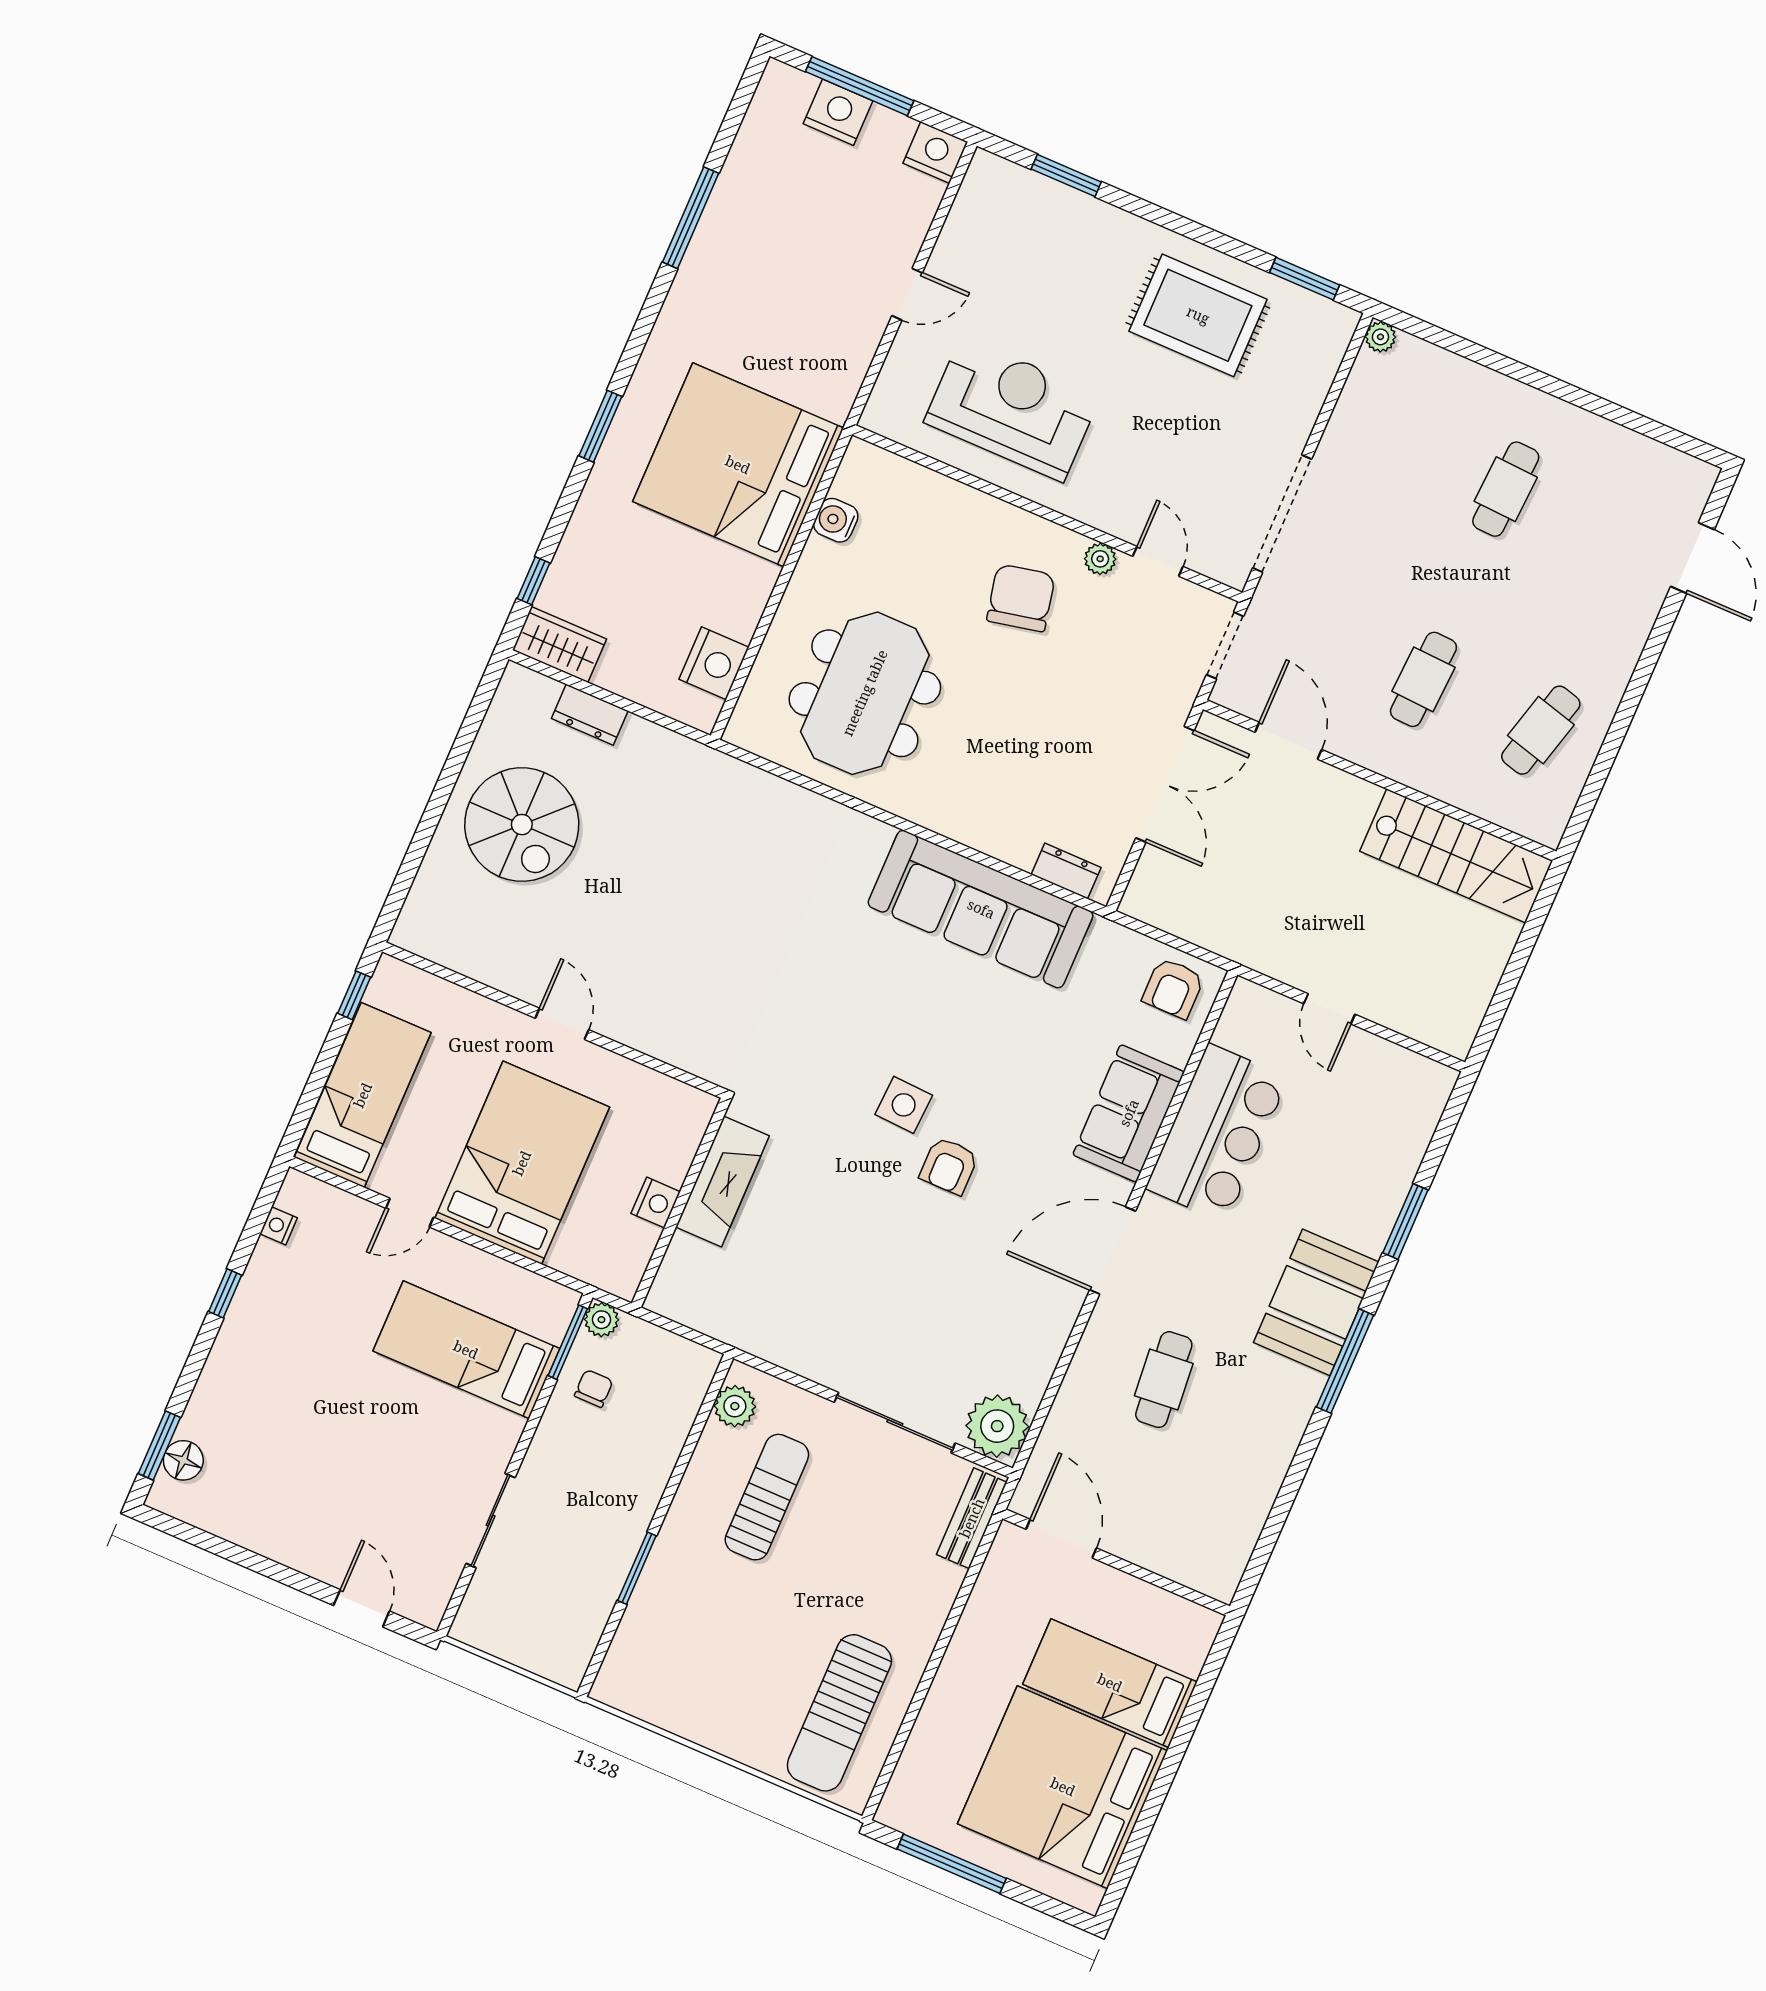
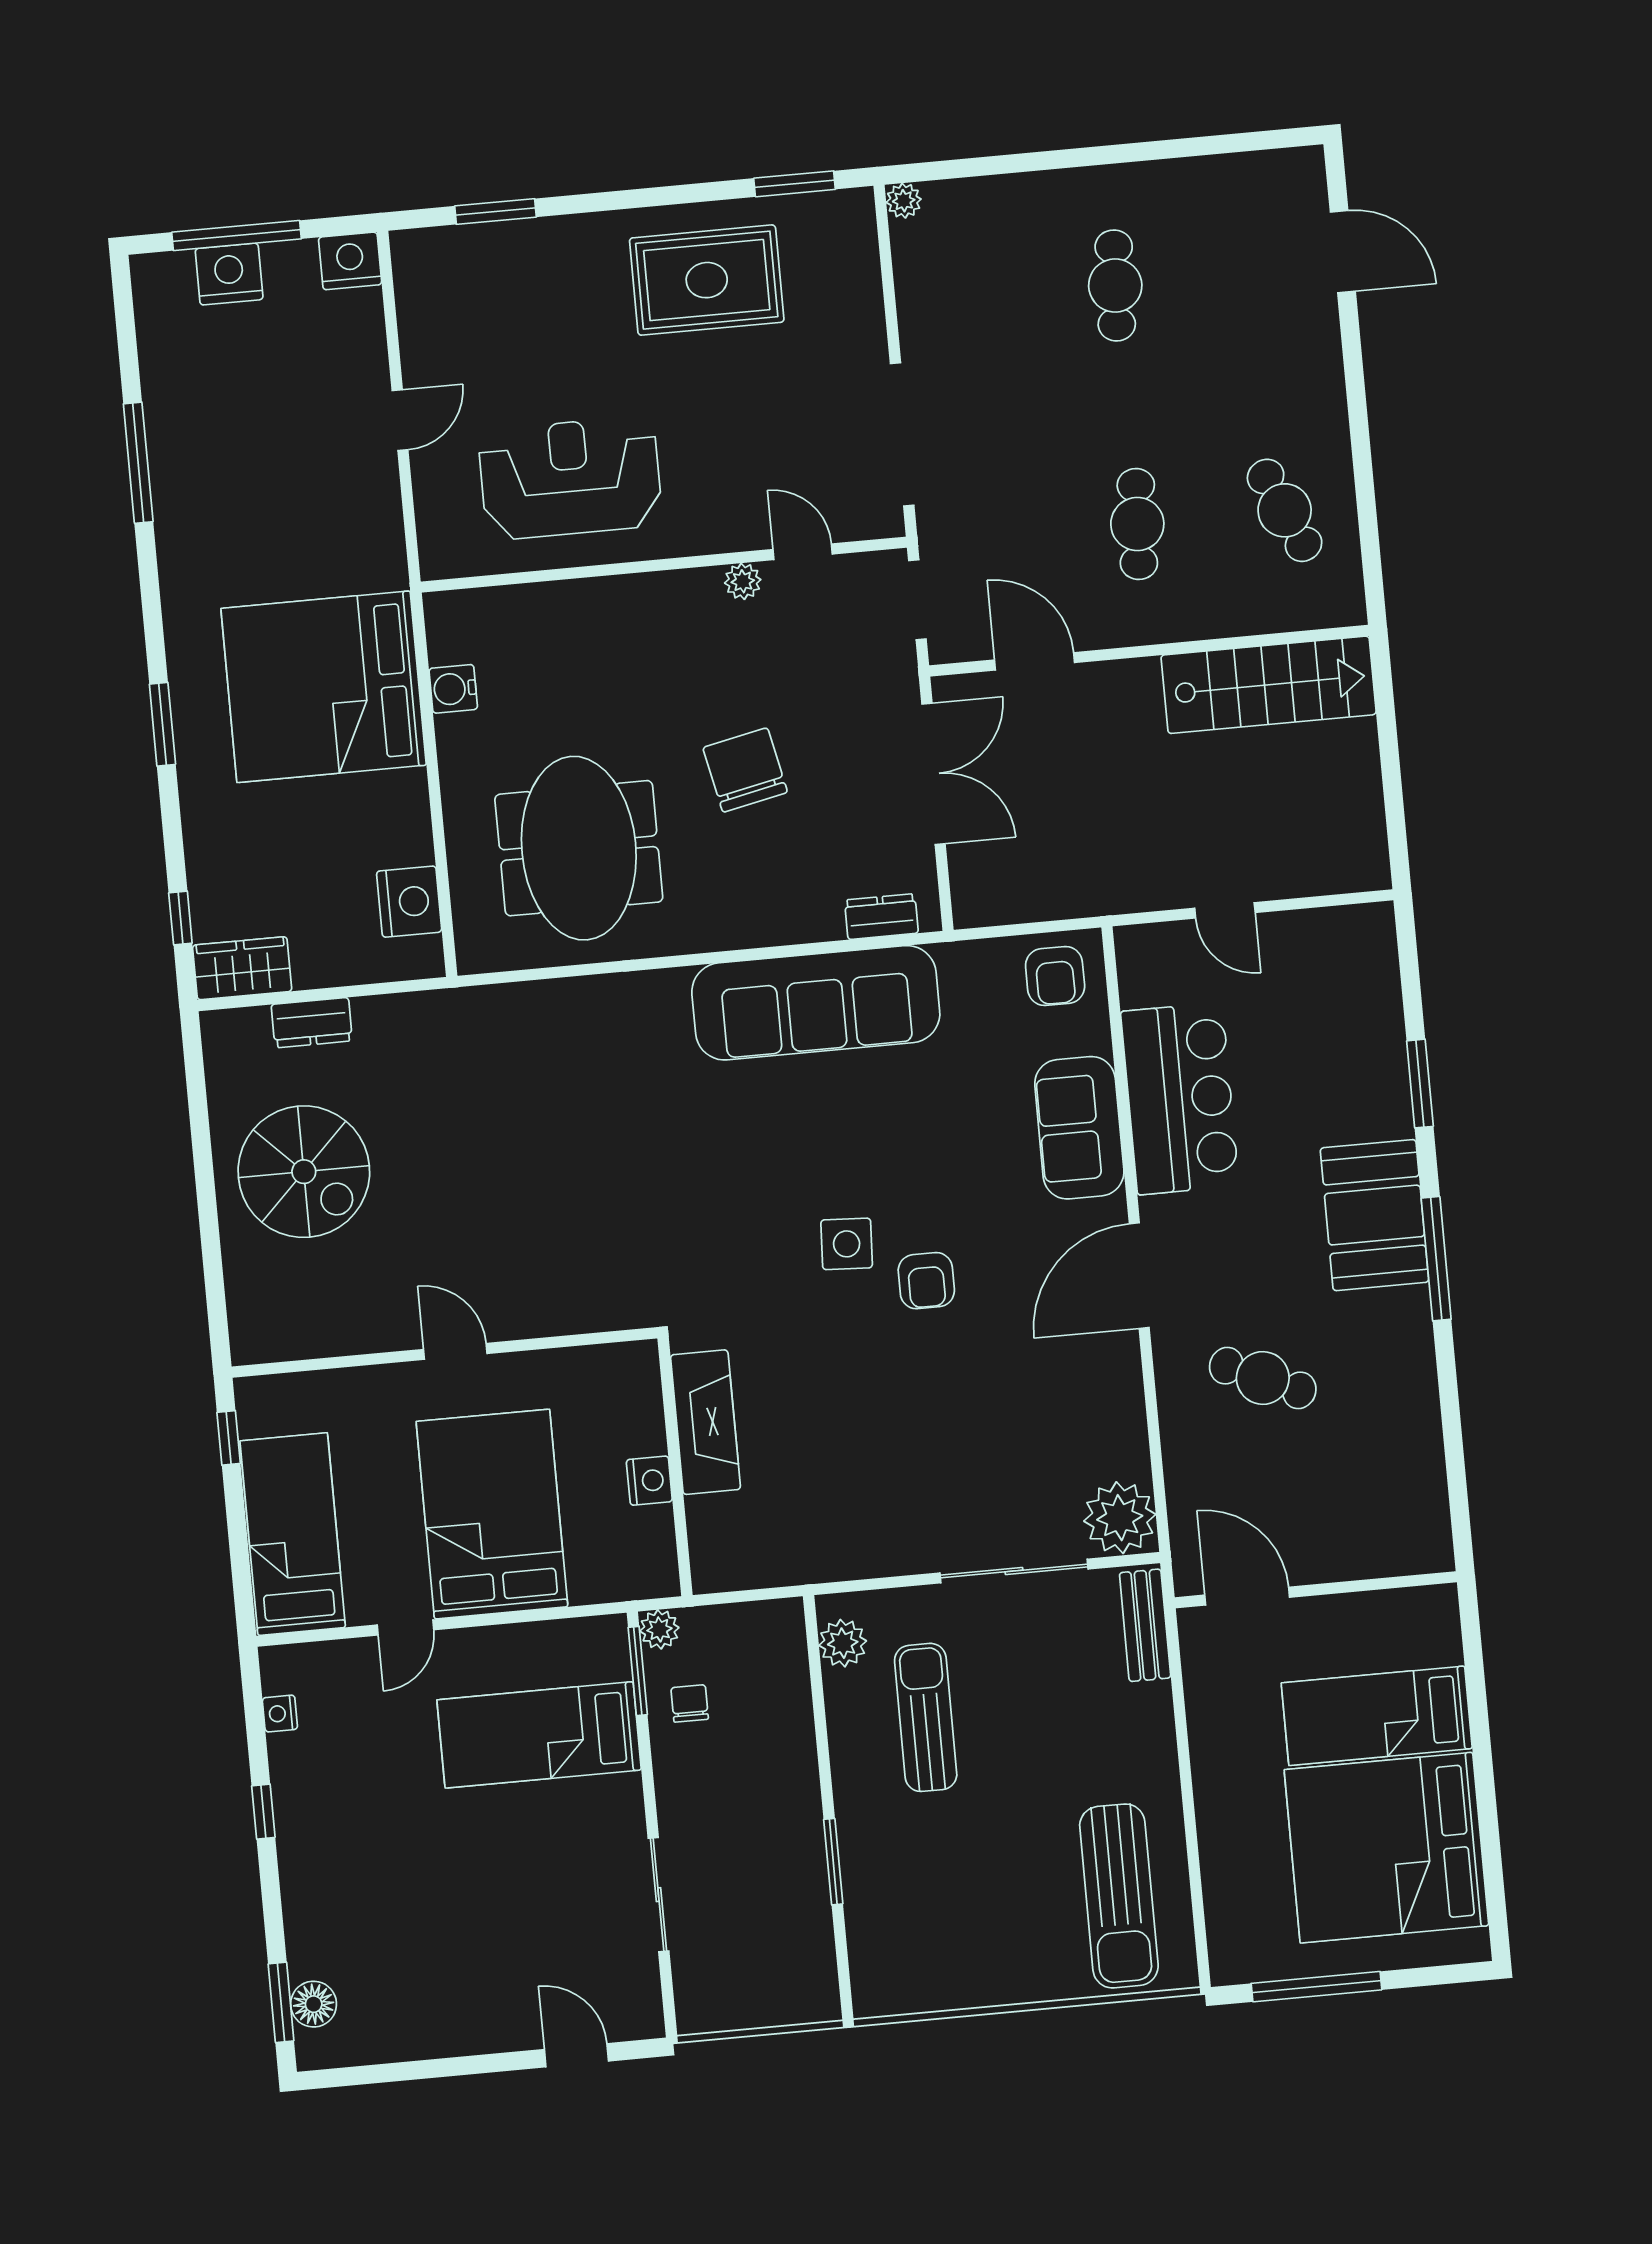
chair: (1021, 598) -> (745, 770), moved
cafe table: (1541, 730) -> (1285, 510), turned -39
cafe table: (1164, 1380) -> (1263, 1378), turned -61

